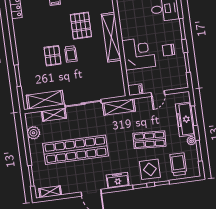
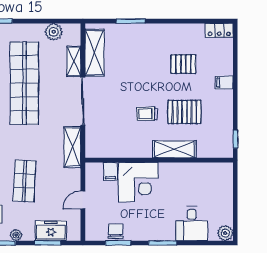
shelving: (111, 37) -> (174, 149), width x0.68
chair: (169, 50) -> (115, 231), moved
trolley: (71, 54) -> (147, 114), moved
pallet: (52, 56) -> (183, 64), moved
filing cabinet: (135, 90) -> (111, 171), moved
door: (158, 94) -> (83, 200), hinge flipped
freezer: (185, 119) -> (51, 231), width x0.71

